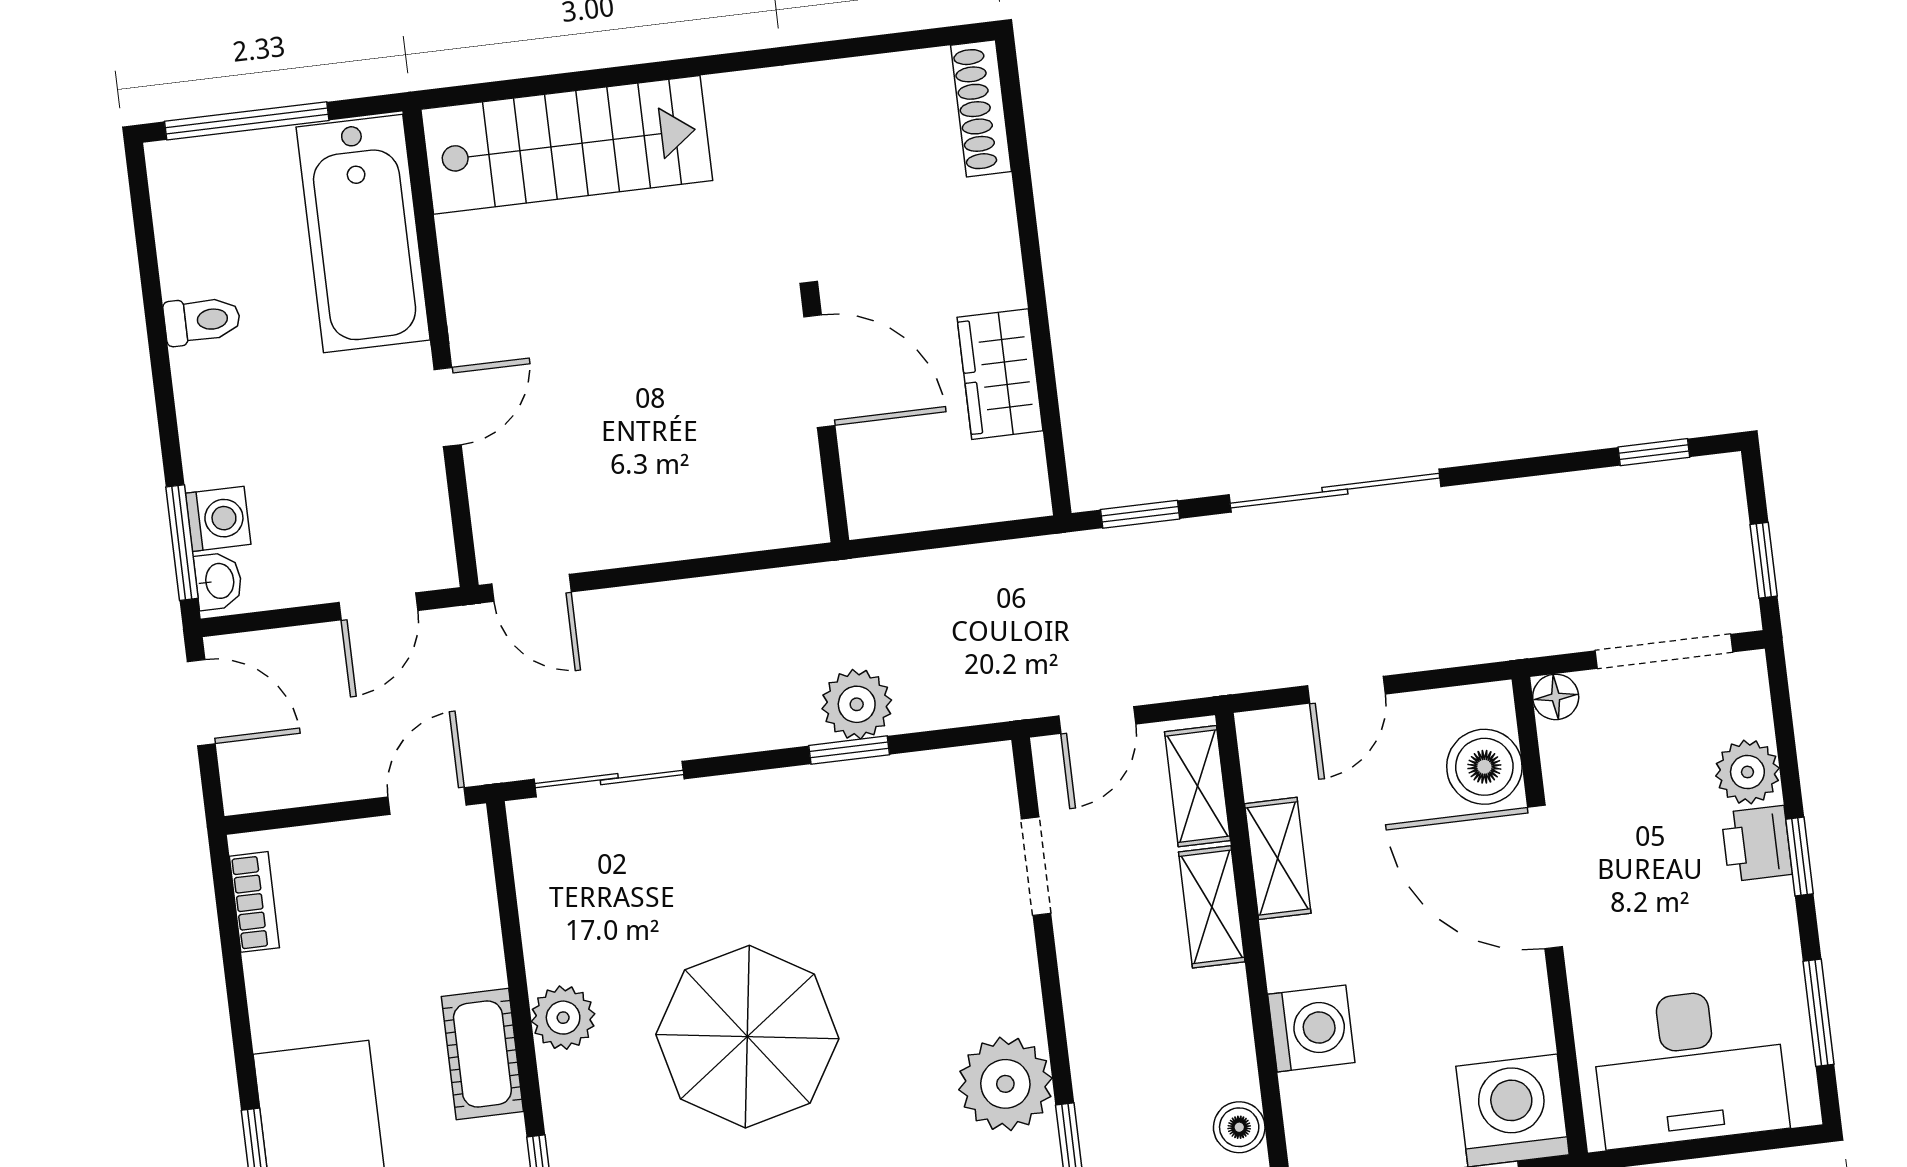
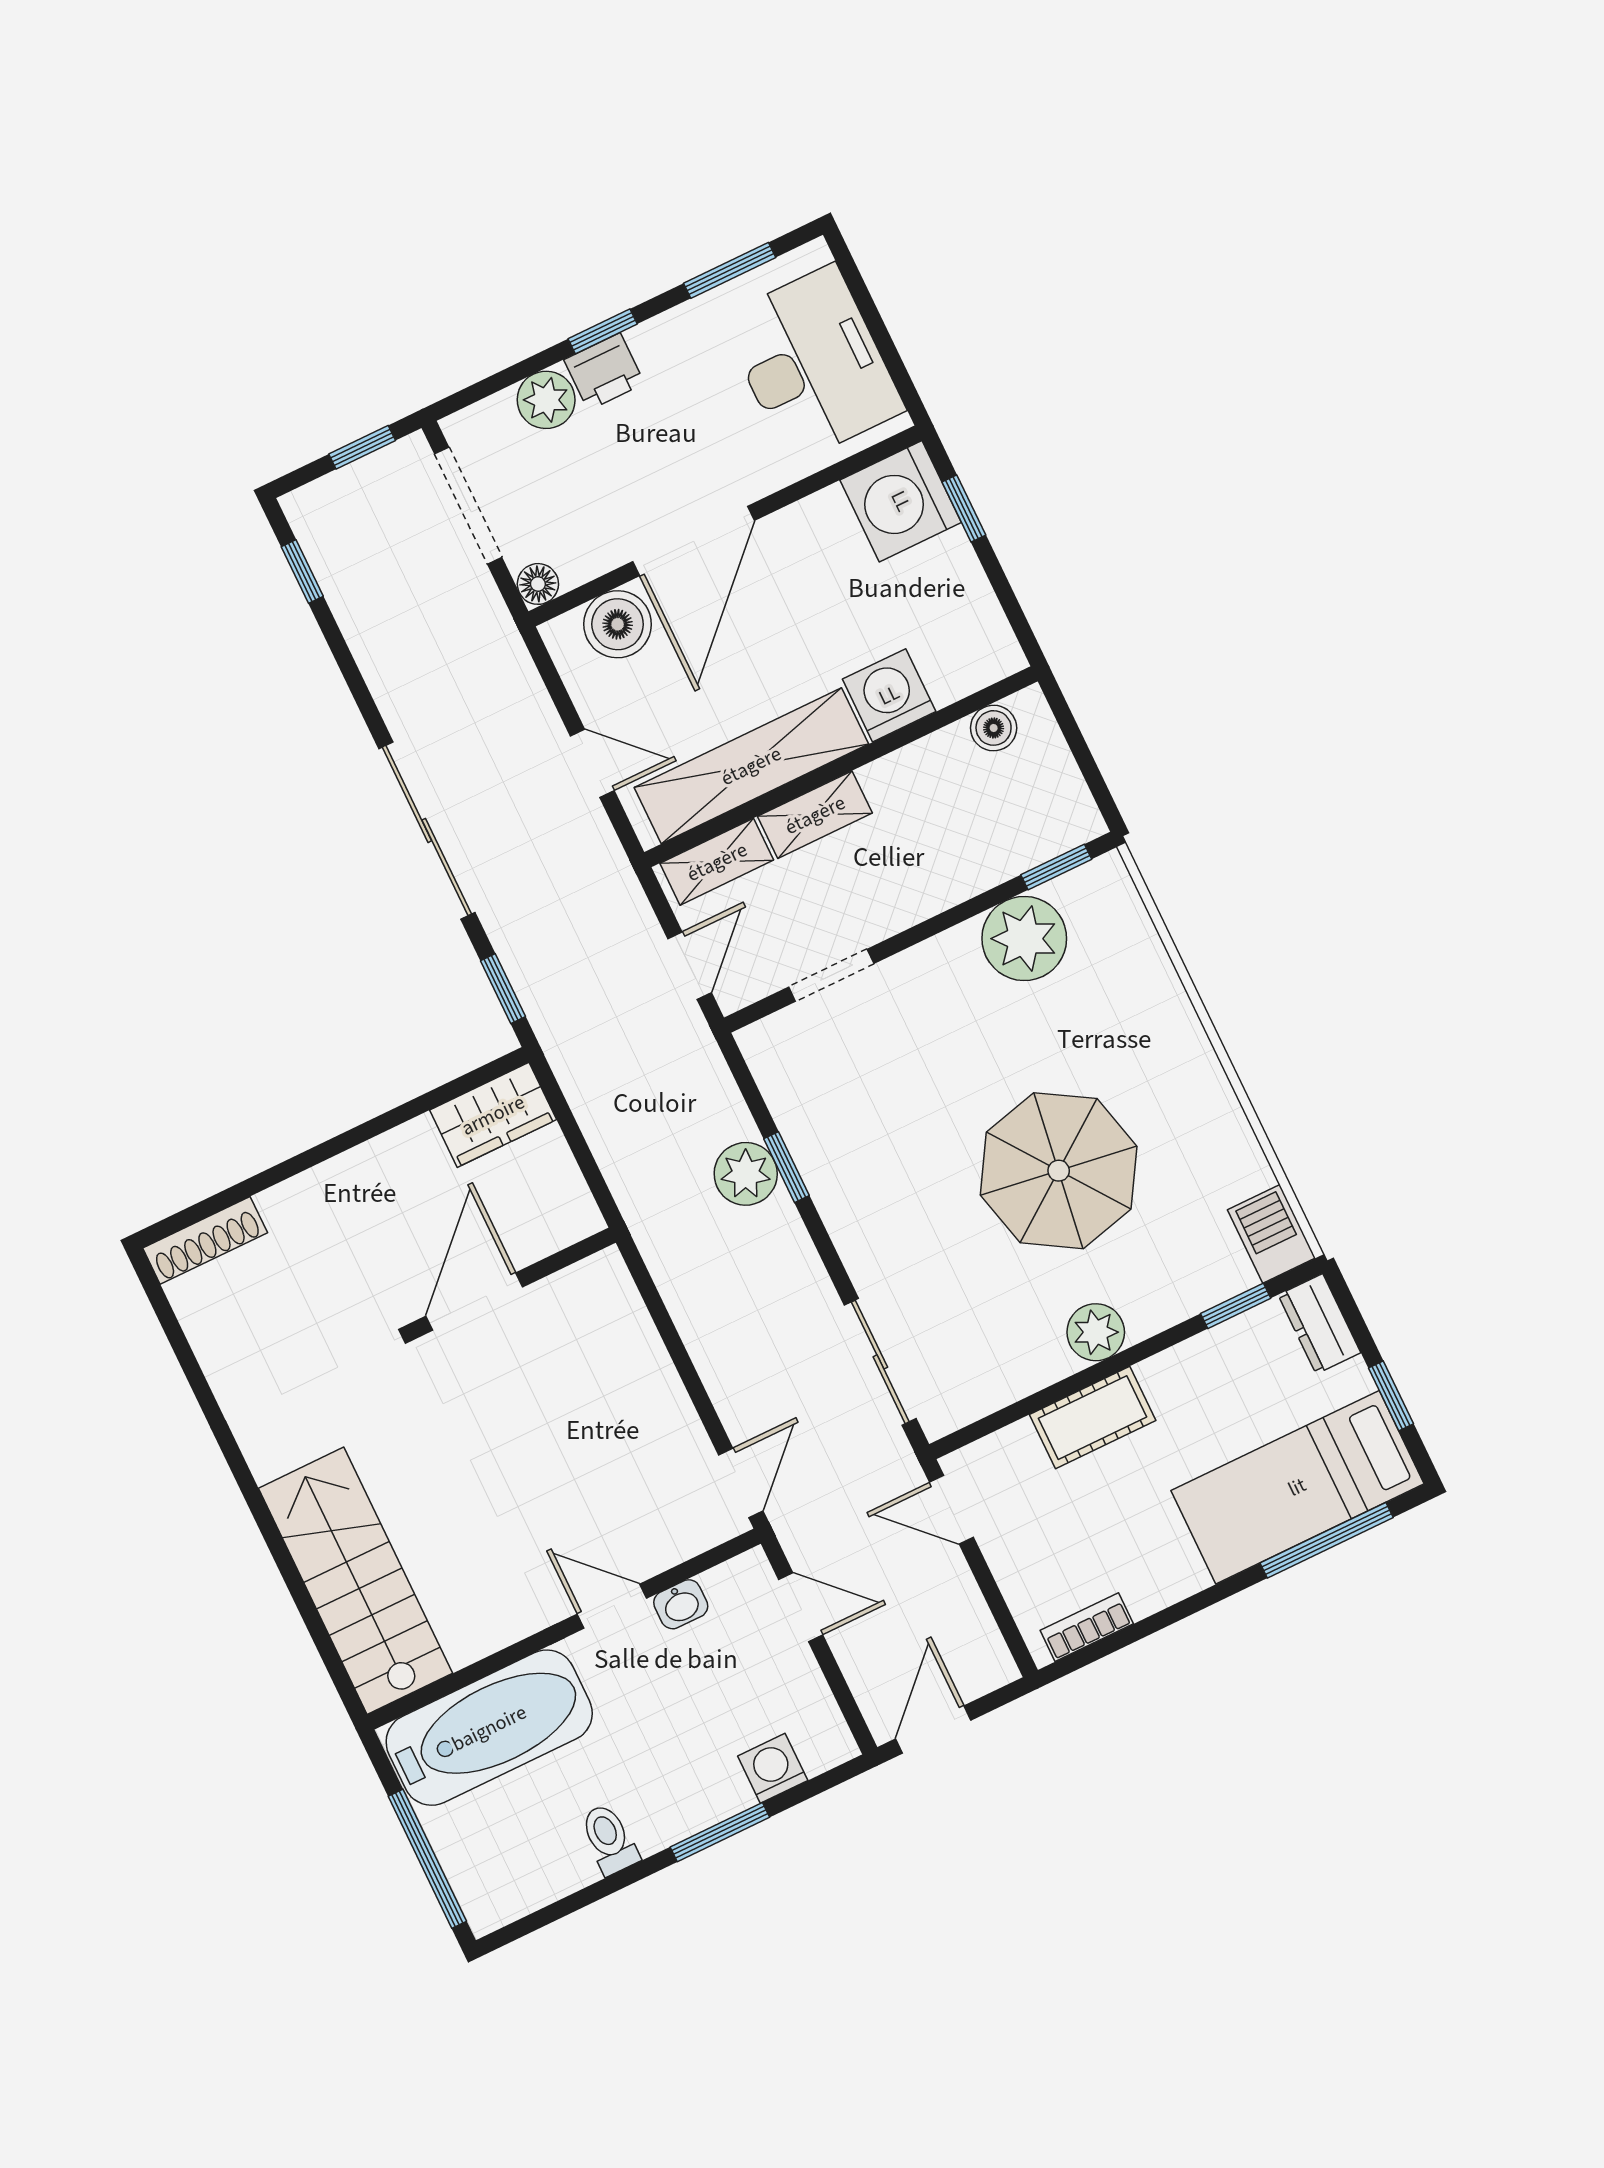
wardrobe: (1000, 374) -> (493, 1115), moved
window: (182, 543) -> (720, 1832), moved
washbasin: (218, 581) -> (681, 1604), moved, turned 180
door: (1097, 720) -> (690, 966), hinge flipped
shelving: (1278, 858) -> (751, 766), width x2.20, depth x1.33
cot: (482, 1054) -> (1093, 1418), moved

